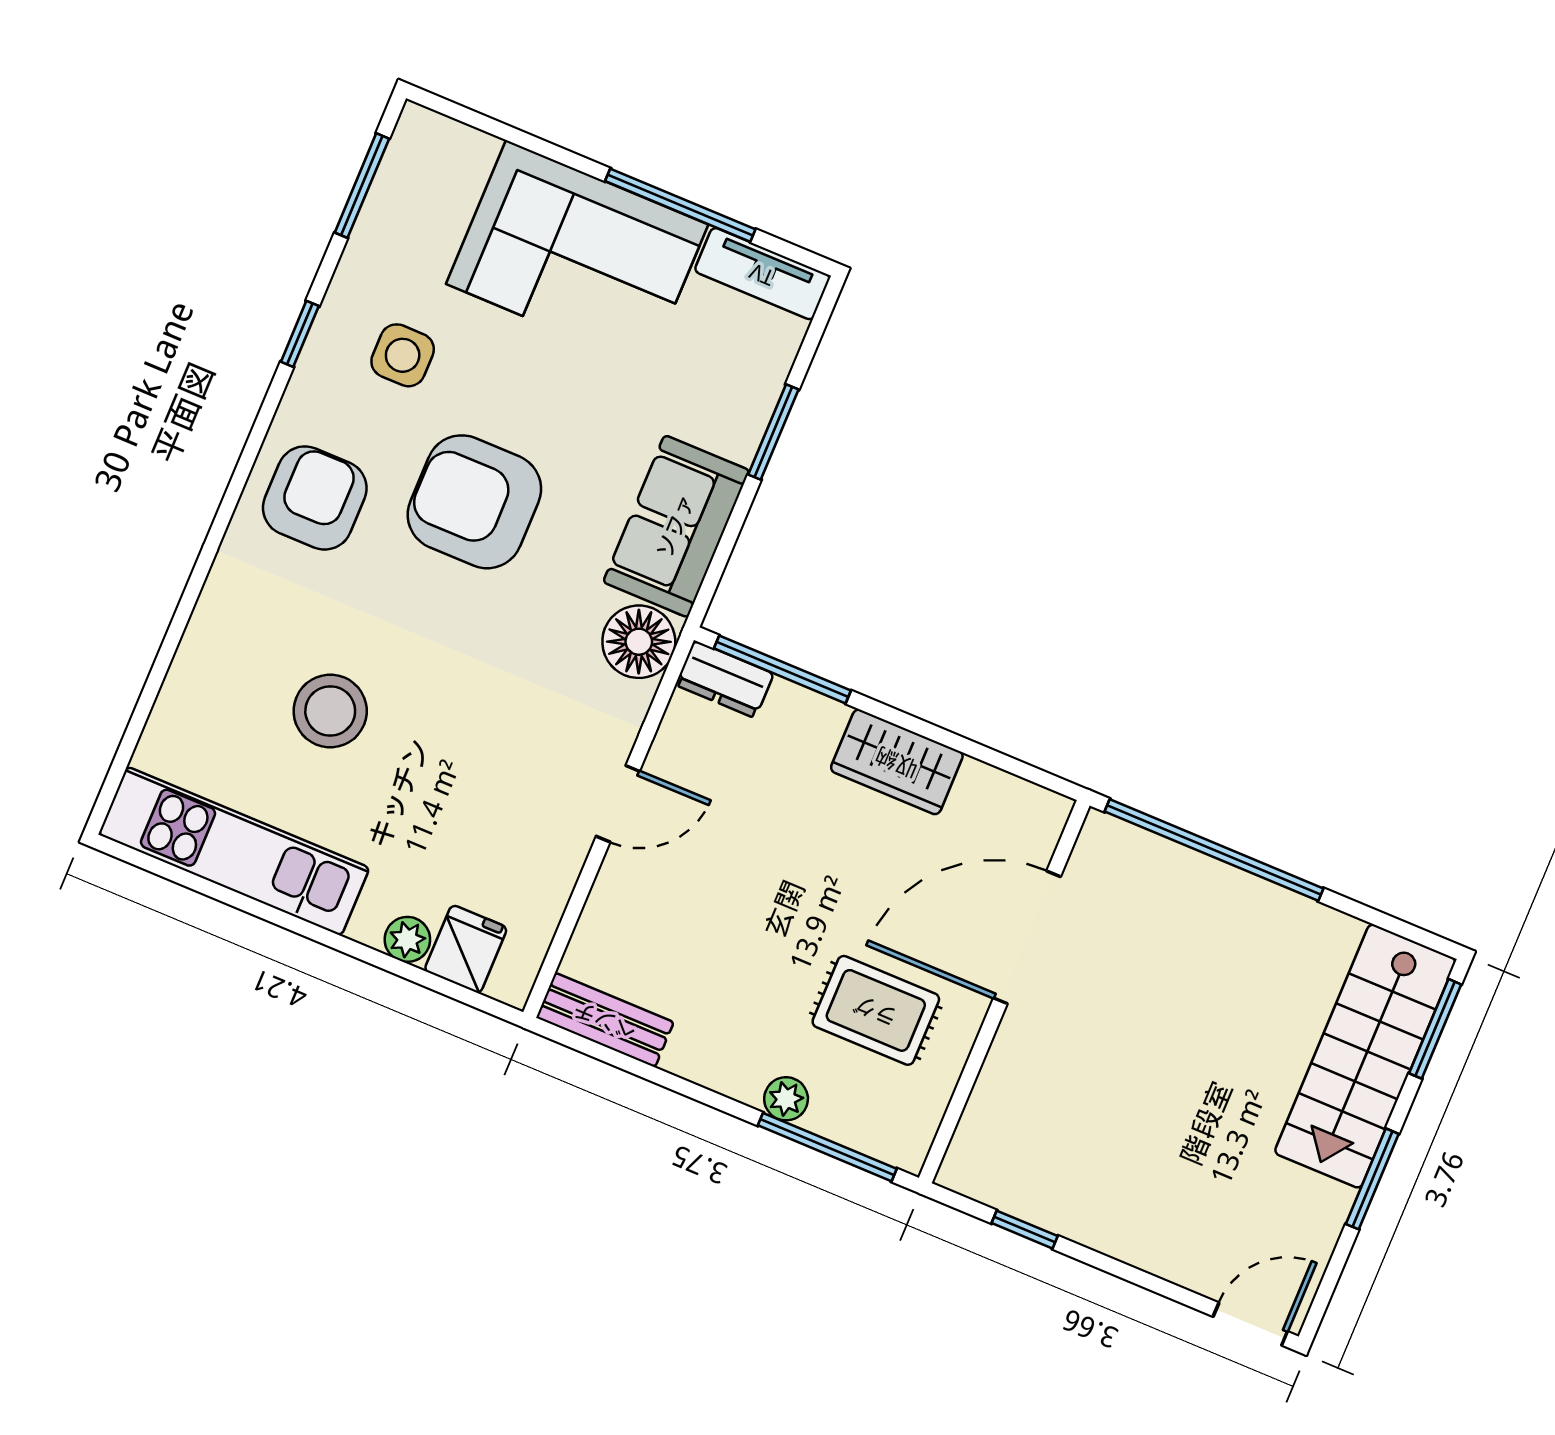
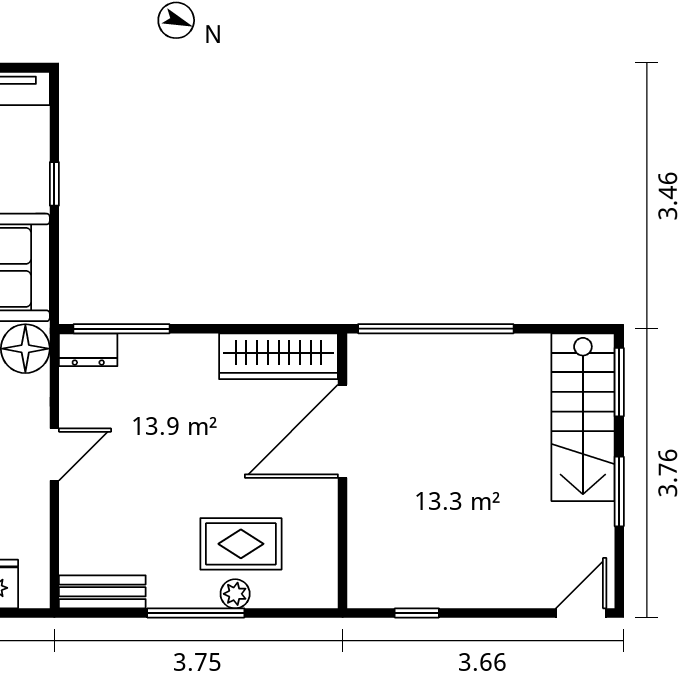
window: (773, 432) -> (54, 184), width x0.67
wardrobe: (897, 762) -> (279, 356), moved, width x1.50
rug: (876, 1010) -> (241, 544), moved
window: (827, 1147) -> (196, 613), moved

